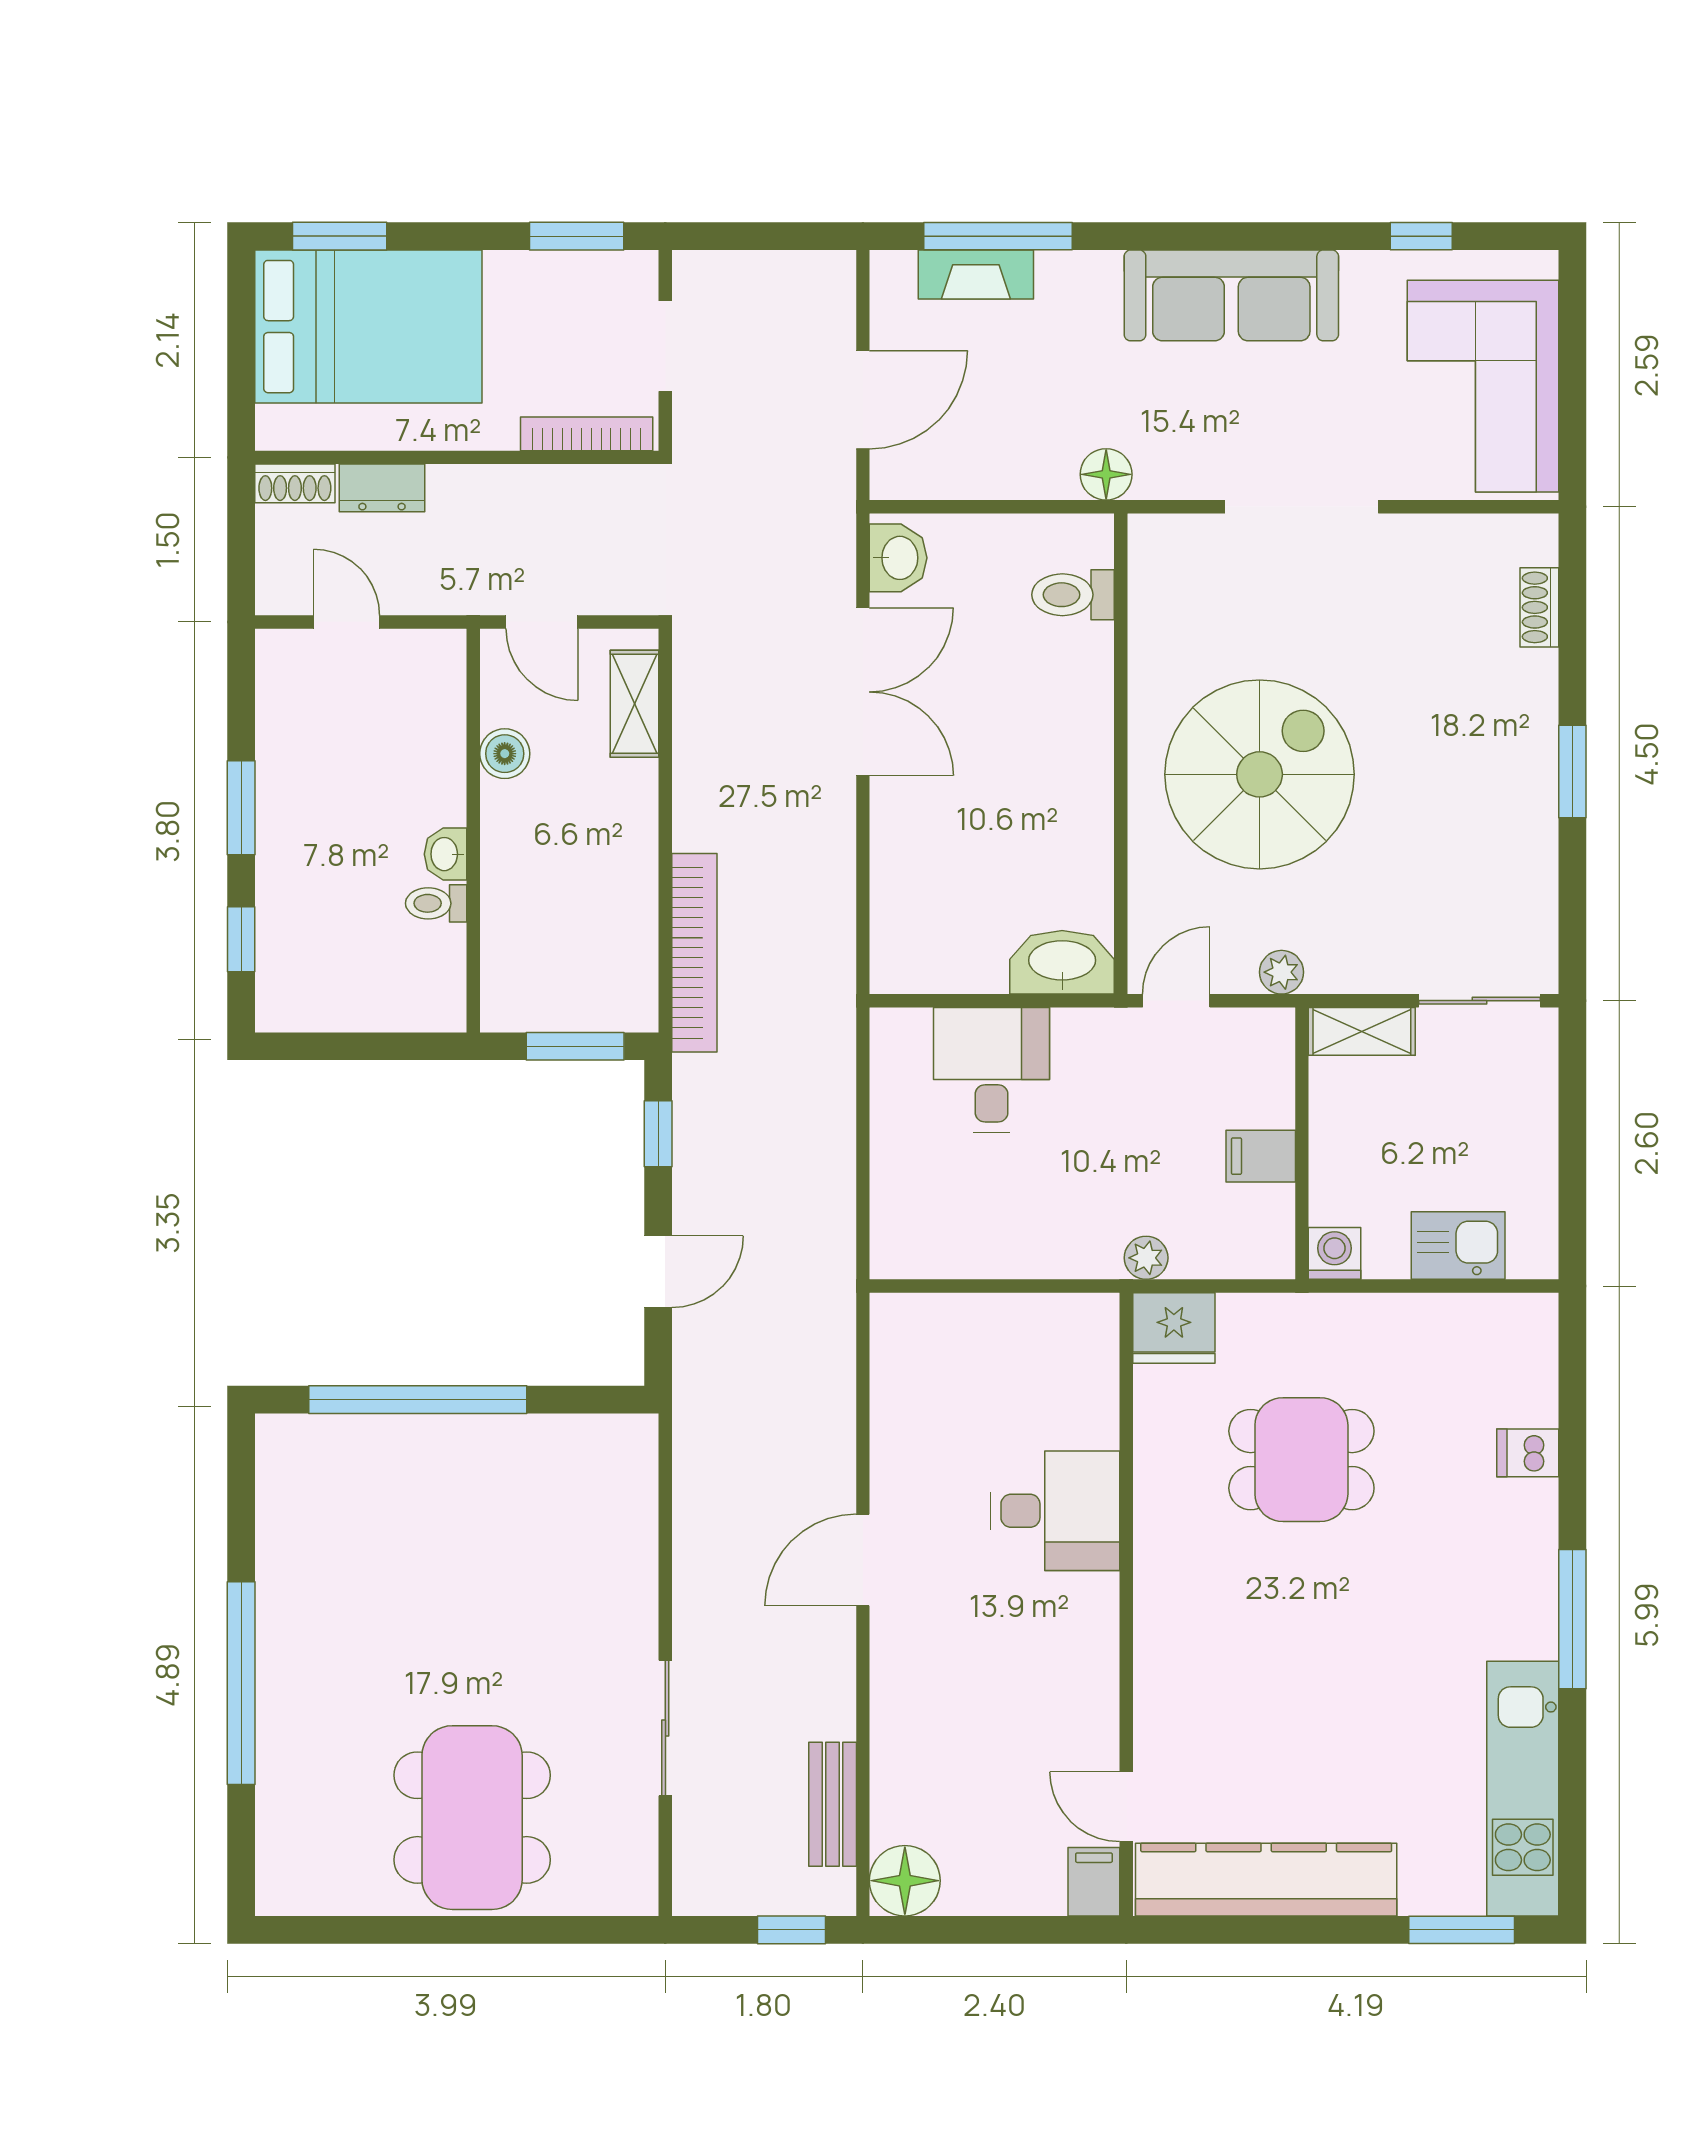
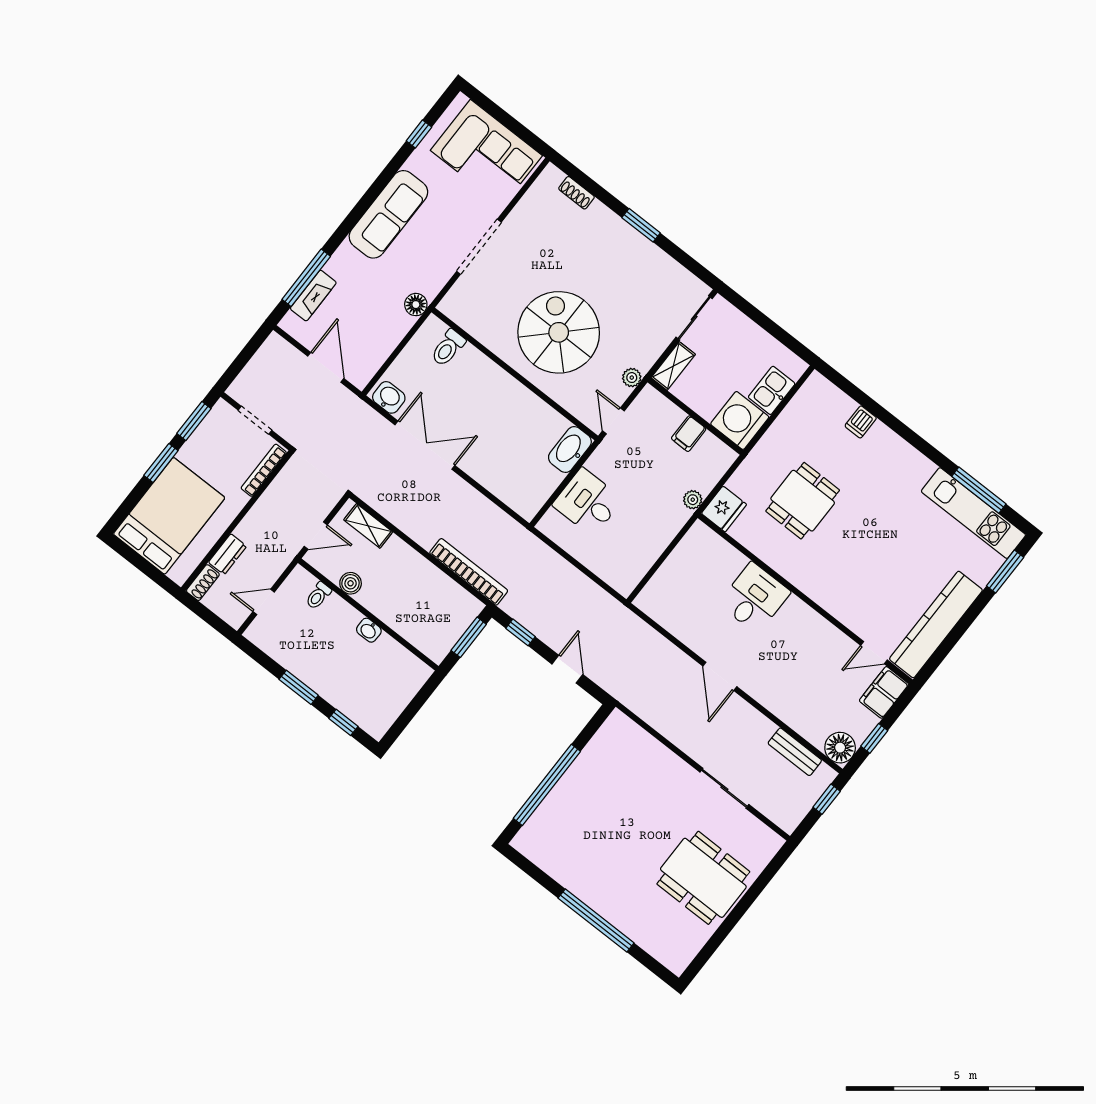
window: (340, 236) -> (161, 463), moved
toilet: (436, 903) -> (318, 596), moved
washing machine: (1335, 1253) -> (740, 420), width x1.89, depth x1.89
window: (1572, 1619) -> (979, 490), moved
filing cabinet: (1094, 1882) -> (884, 692), width x2.00
window: (971, 1930) -> (874, 738), added

